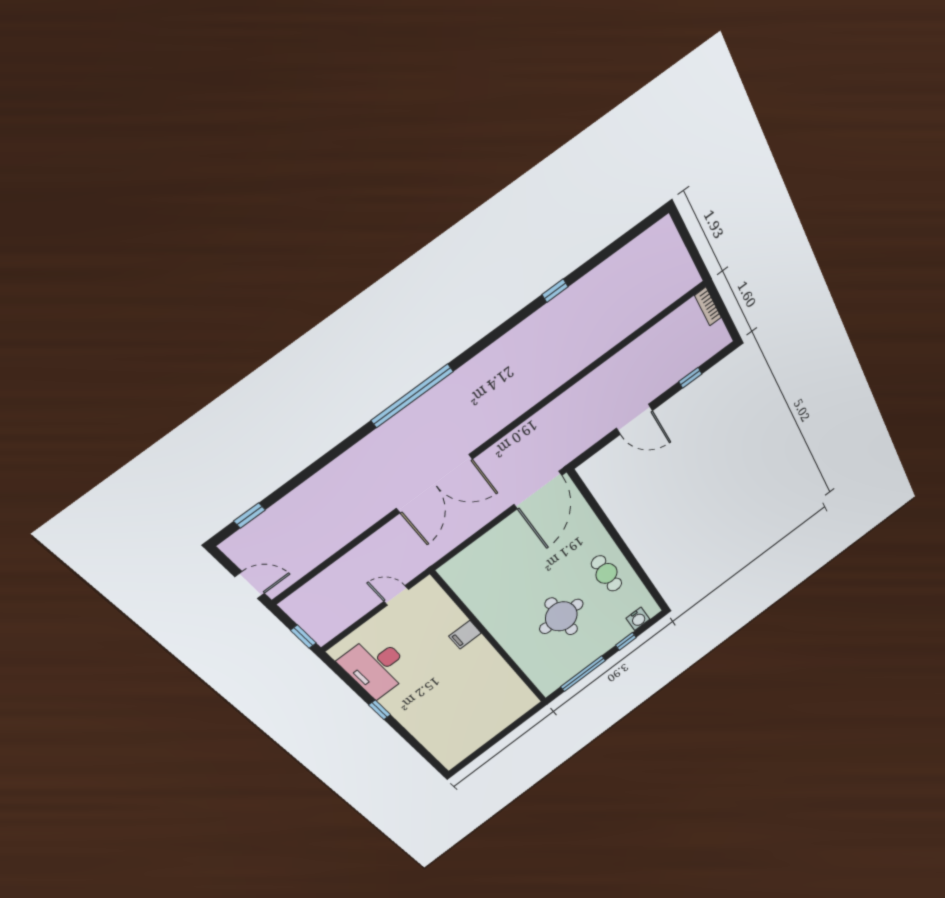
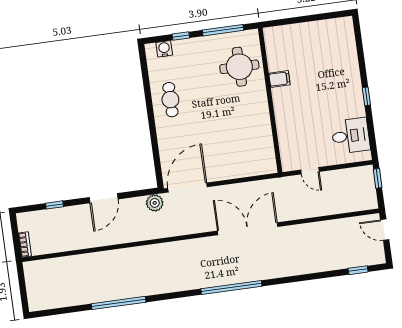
window: (555, 291) -> (119, 303), width x3.17
door: (634, 419) -> (104, 198), swing flipped
plant: (569, 449) -> (155, 203), added
round table: (561, 616) -> (239, 67), moved
filing cabinet: (465, 635) -> (279, 79), moved
desk: (376, 666) -> (351, 136), width x0.73

